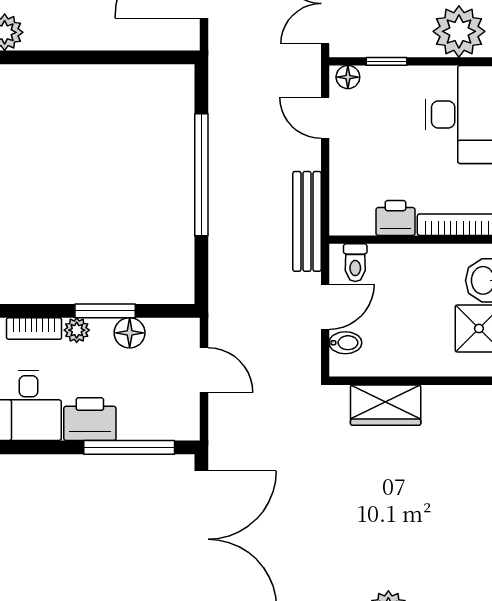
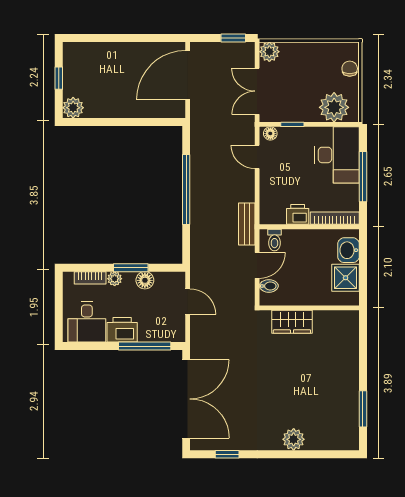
bench: (307, 221) -> (247, 224), width x0.73

